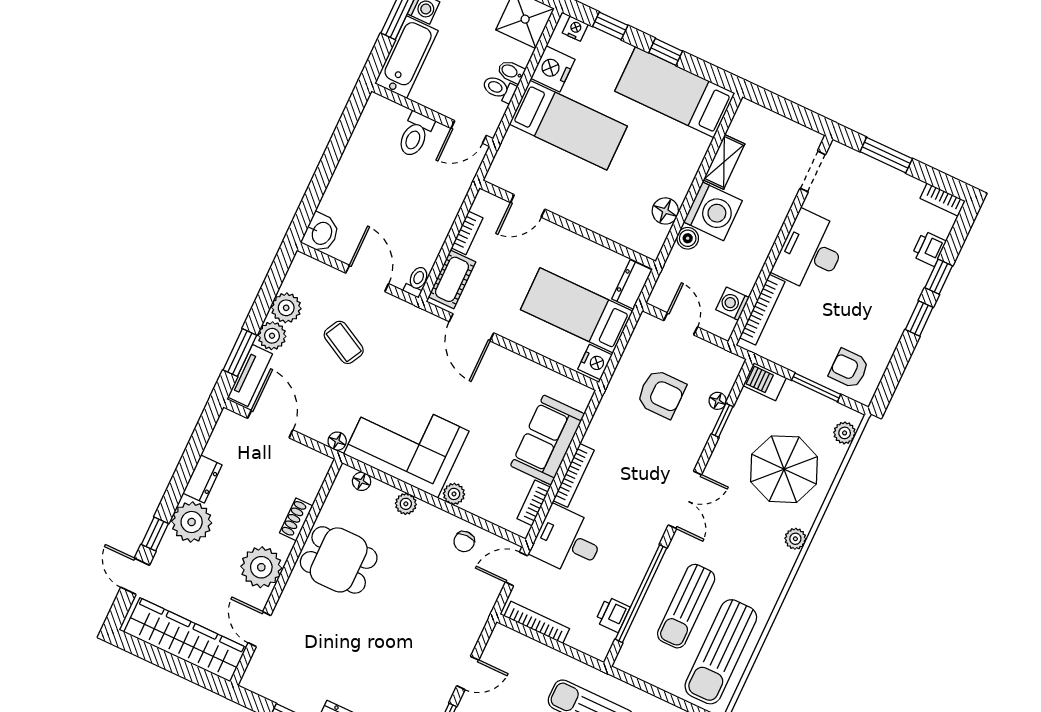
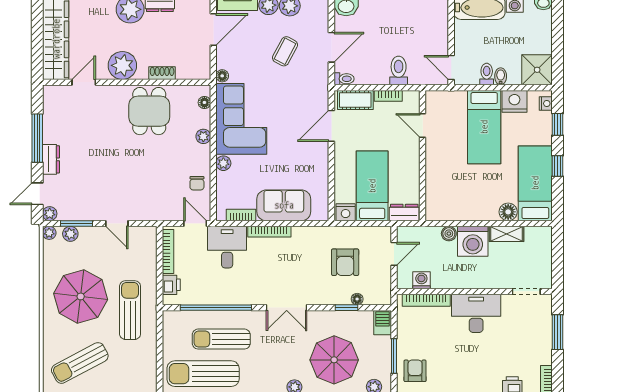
toilet: (415, 135) -> (399, 70), moved, turned 90
floor lamp: (665, 211) -> (508, 212), moved
chair: (464, 542) -> (197, 183), turned -90
printer: (613, 614) -> (171, 285), moved, turned 90

